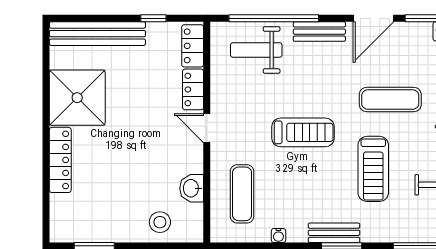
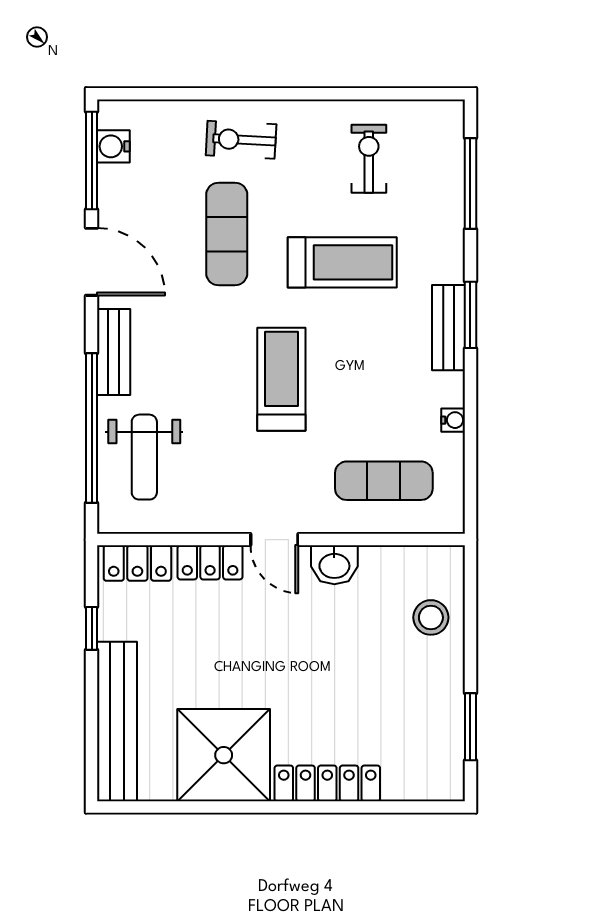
door: (207, 128) -> (274, 540), hinge flipped
washbasin: (192, 188) -> (334, 565), moved

